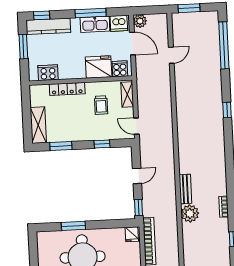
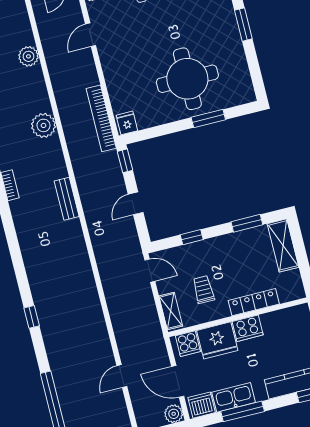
cooker: (48, 73) -> (248, 328), moved
plant: (190, 213) -> (43, 125), moved

